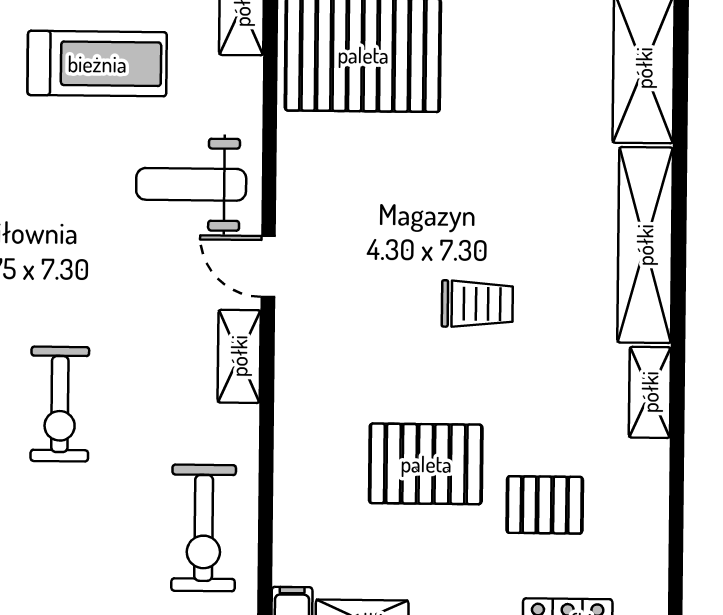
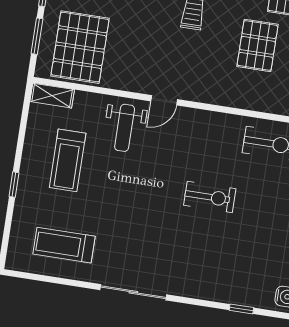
treadmill: (97, 64) -> (68, 160), turned 180
shelving: (239, 356) -> (200, 118), removed

